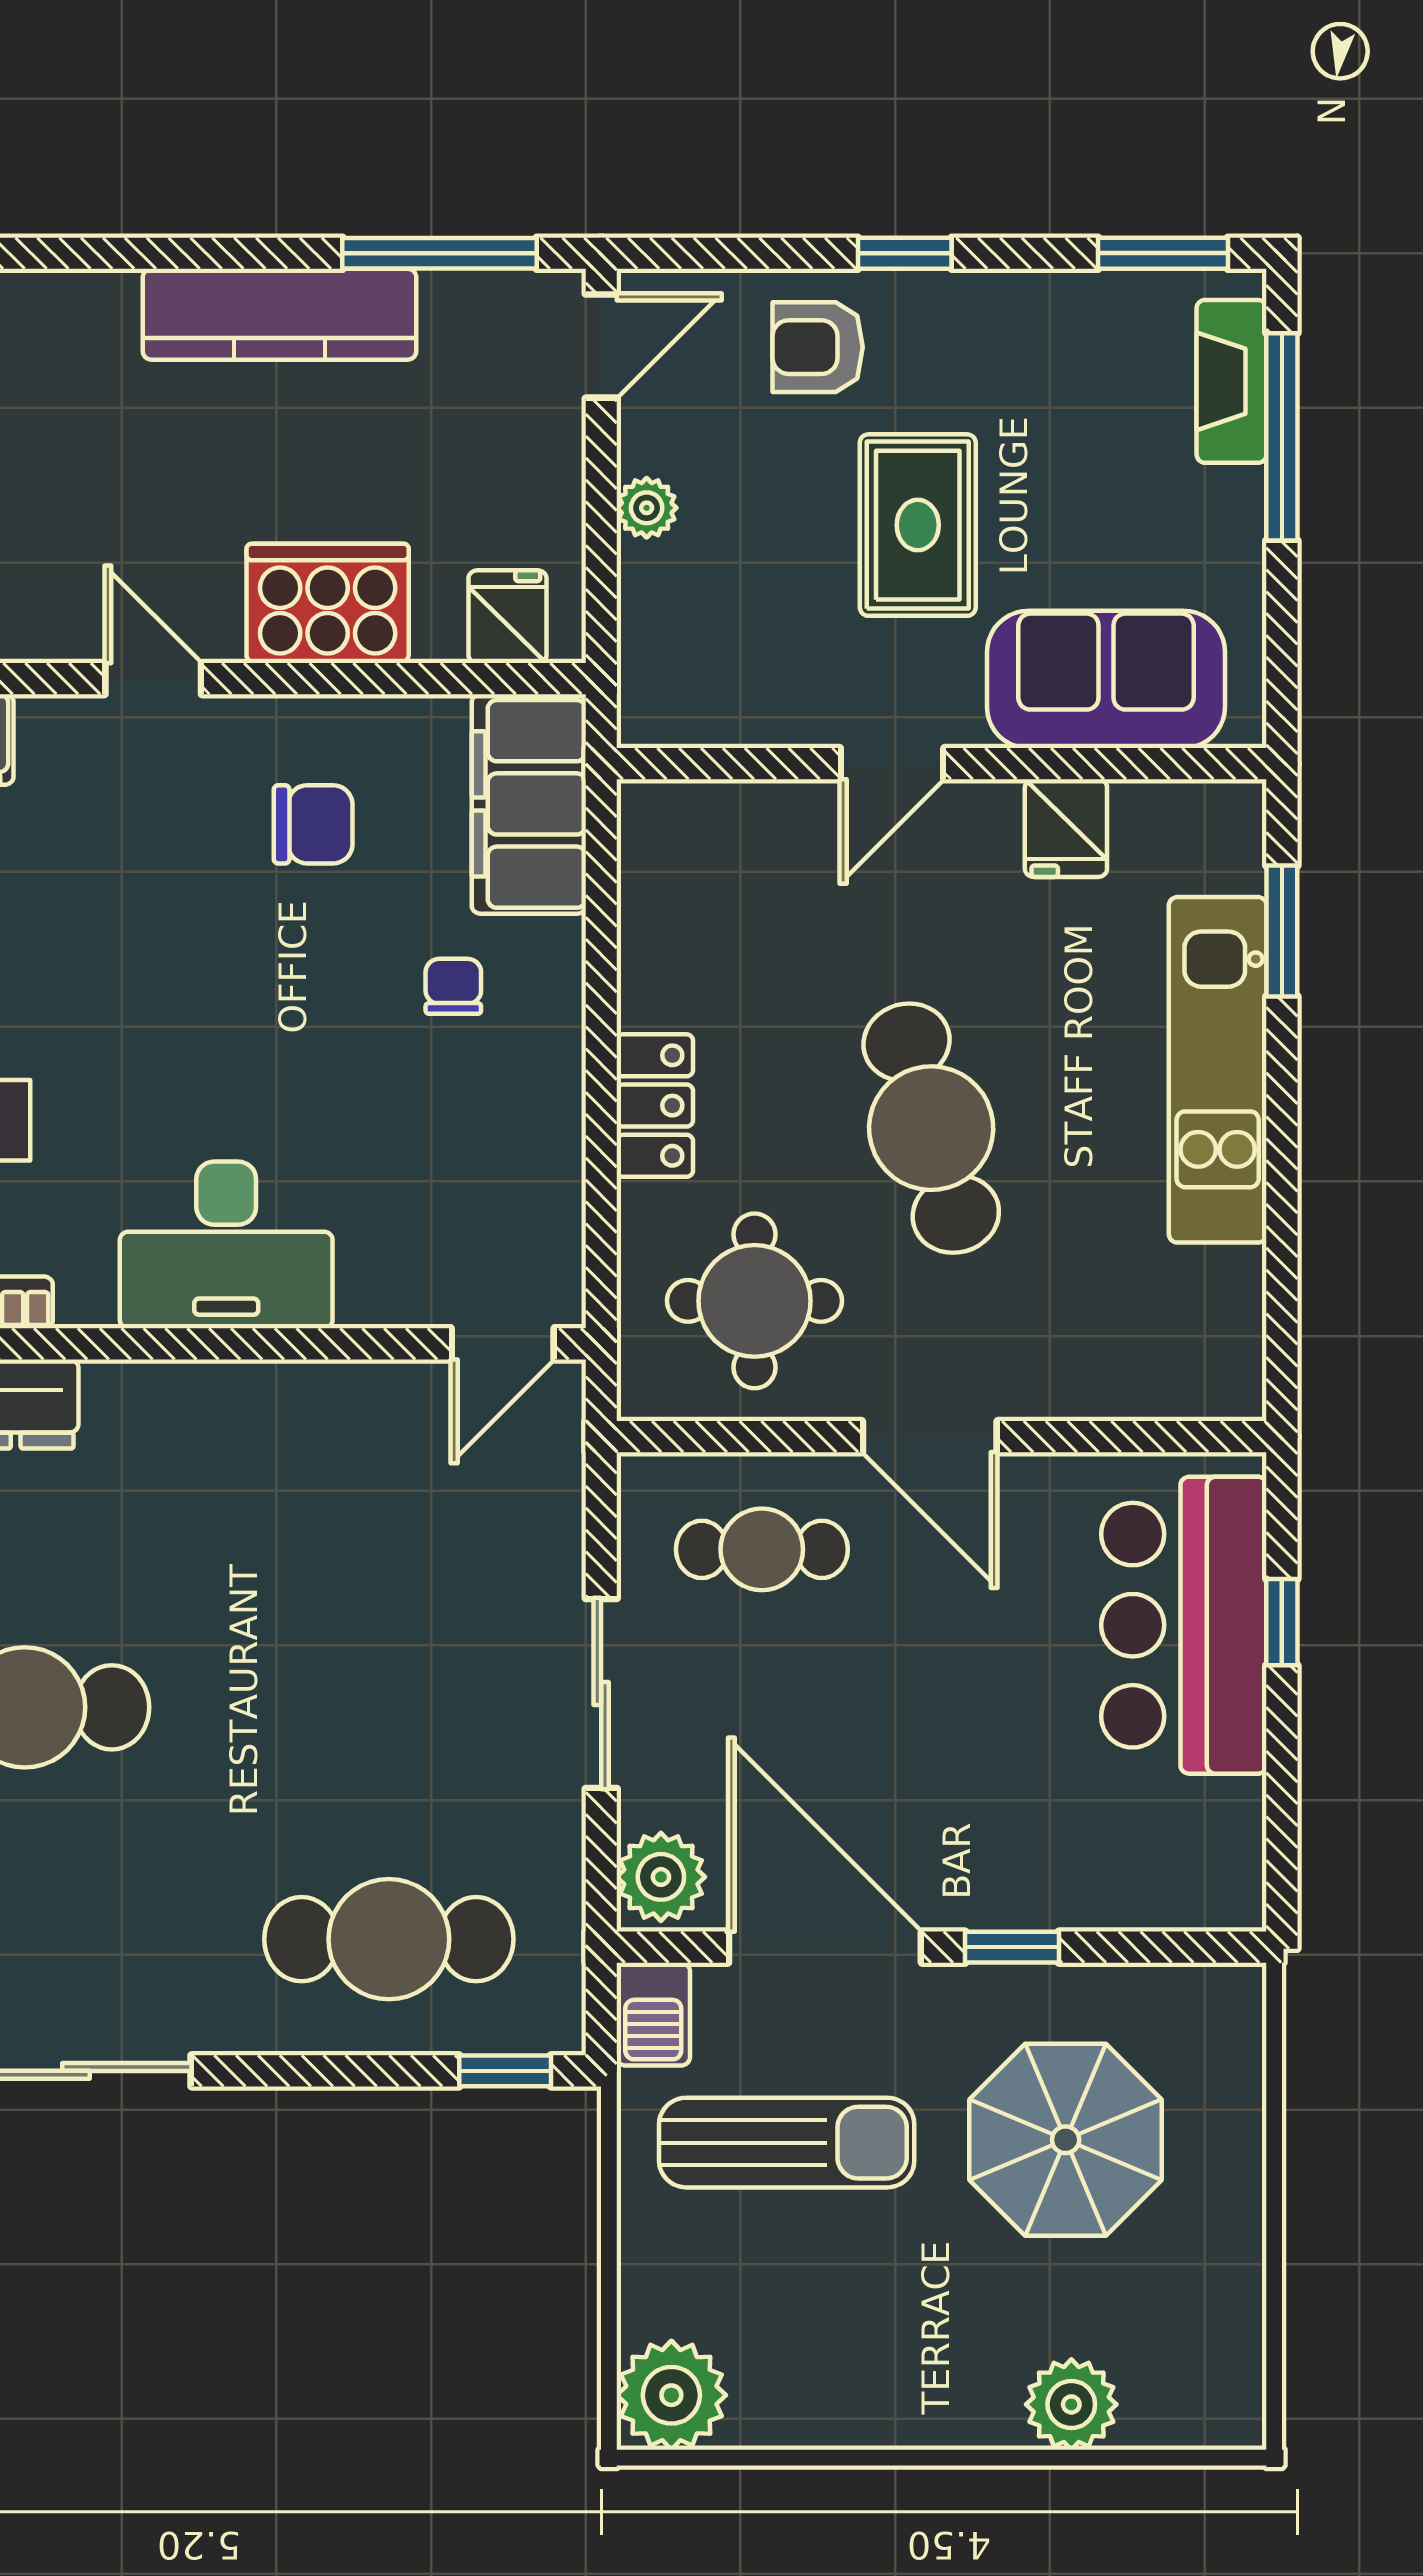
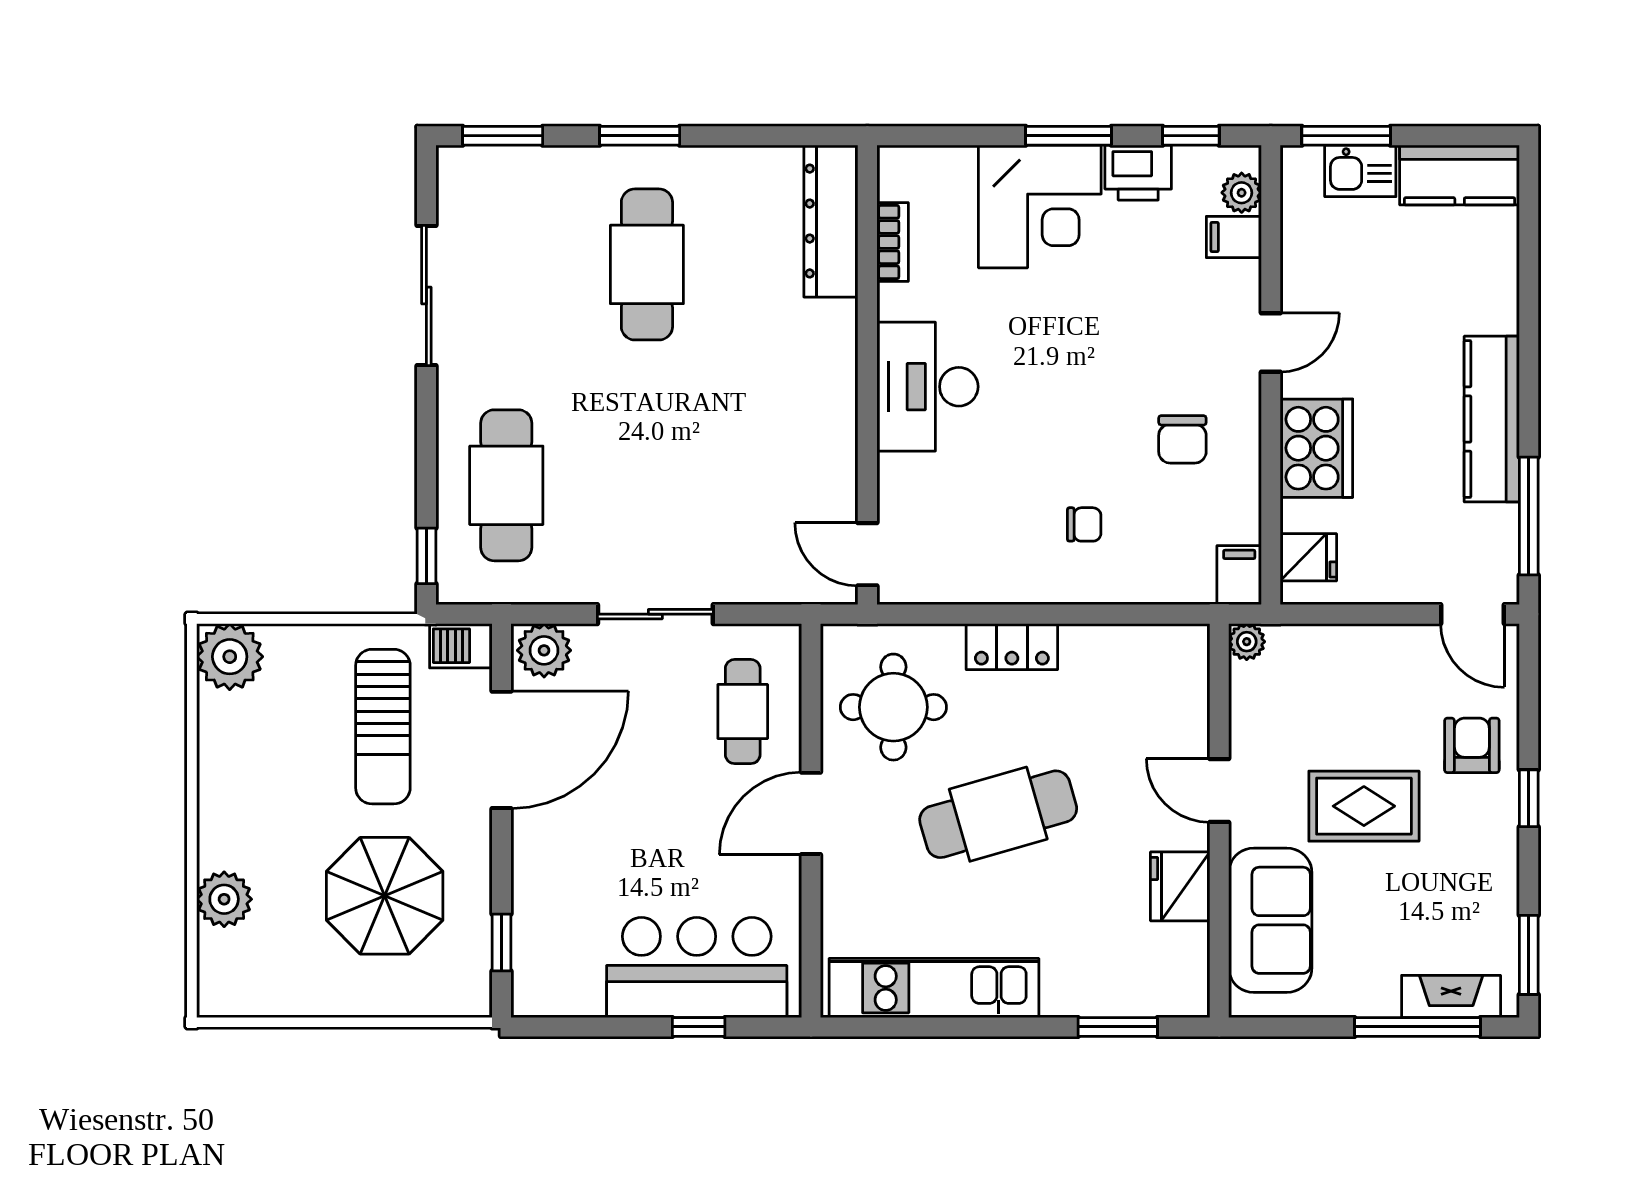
plant: (647, 508) -> (1247, 642), moved
filing cabinet: (529, 804) -> (1239, 575), width x0.33, depth x0.86
fridge: (1066, 828) -> (1180, 886), width x1.38
kitchen unit: (1218, 1070) -> (934, 988), moved
window: (1012, 1947) -> (501, 942), moved

